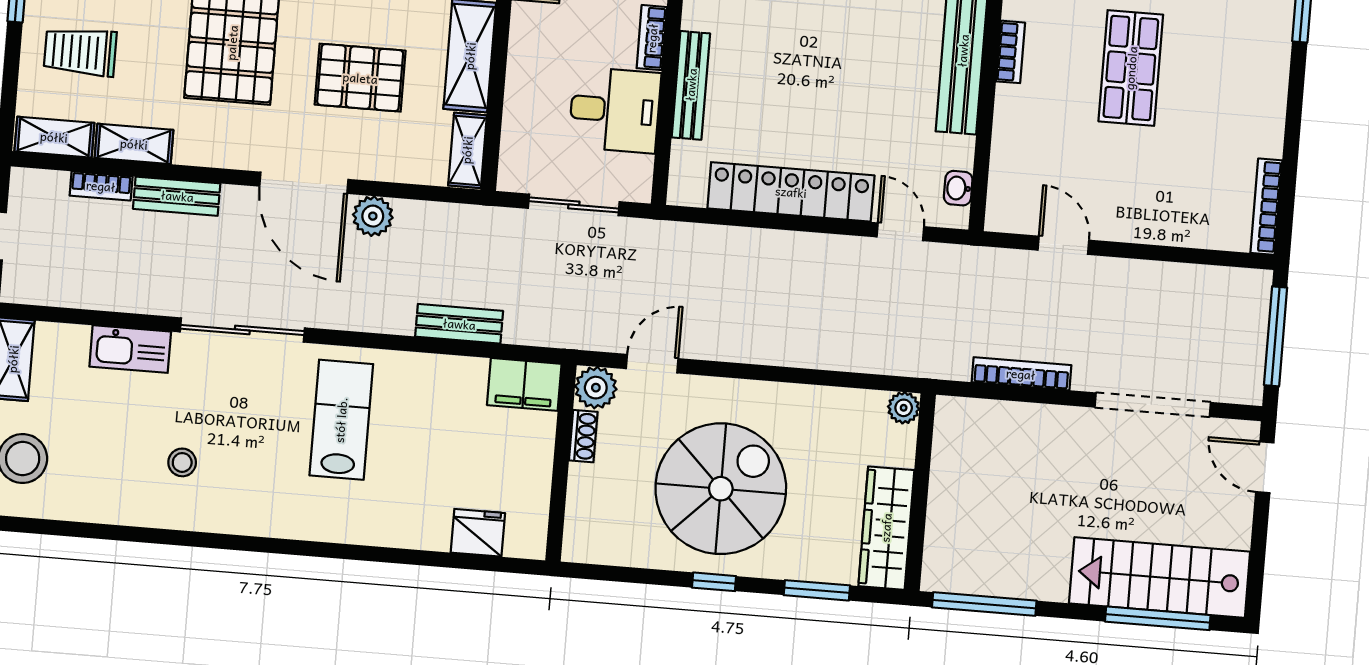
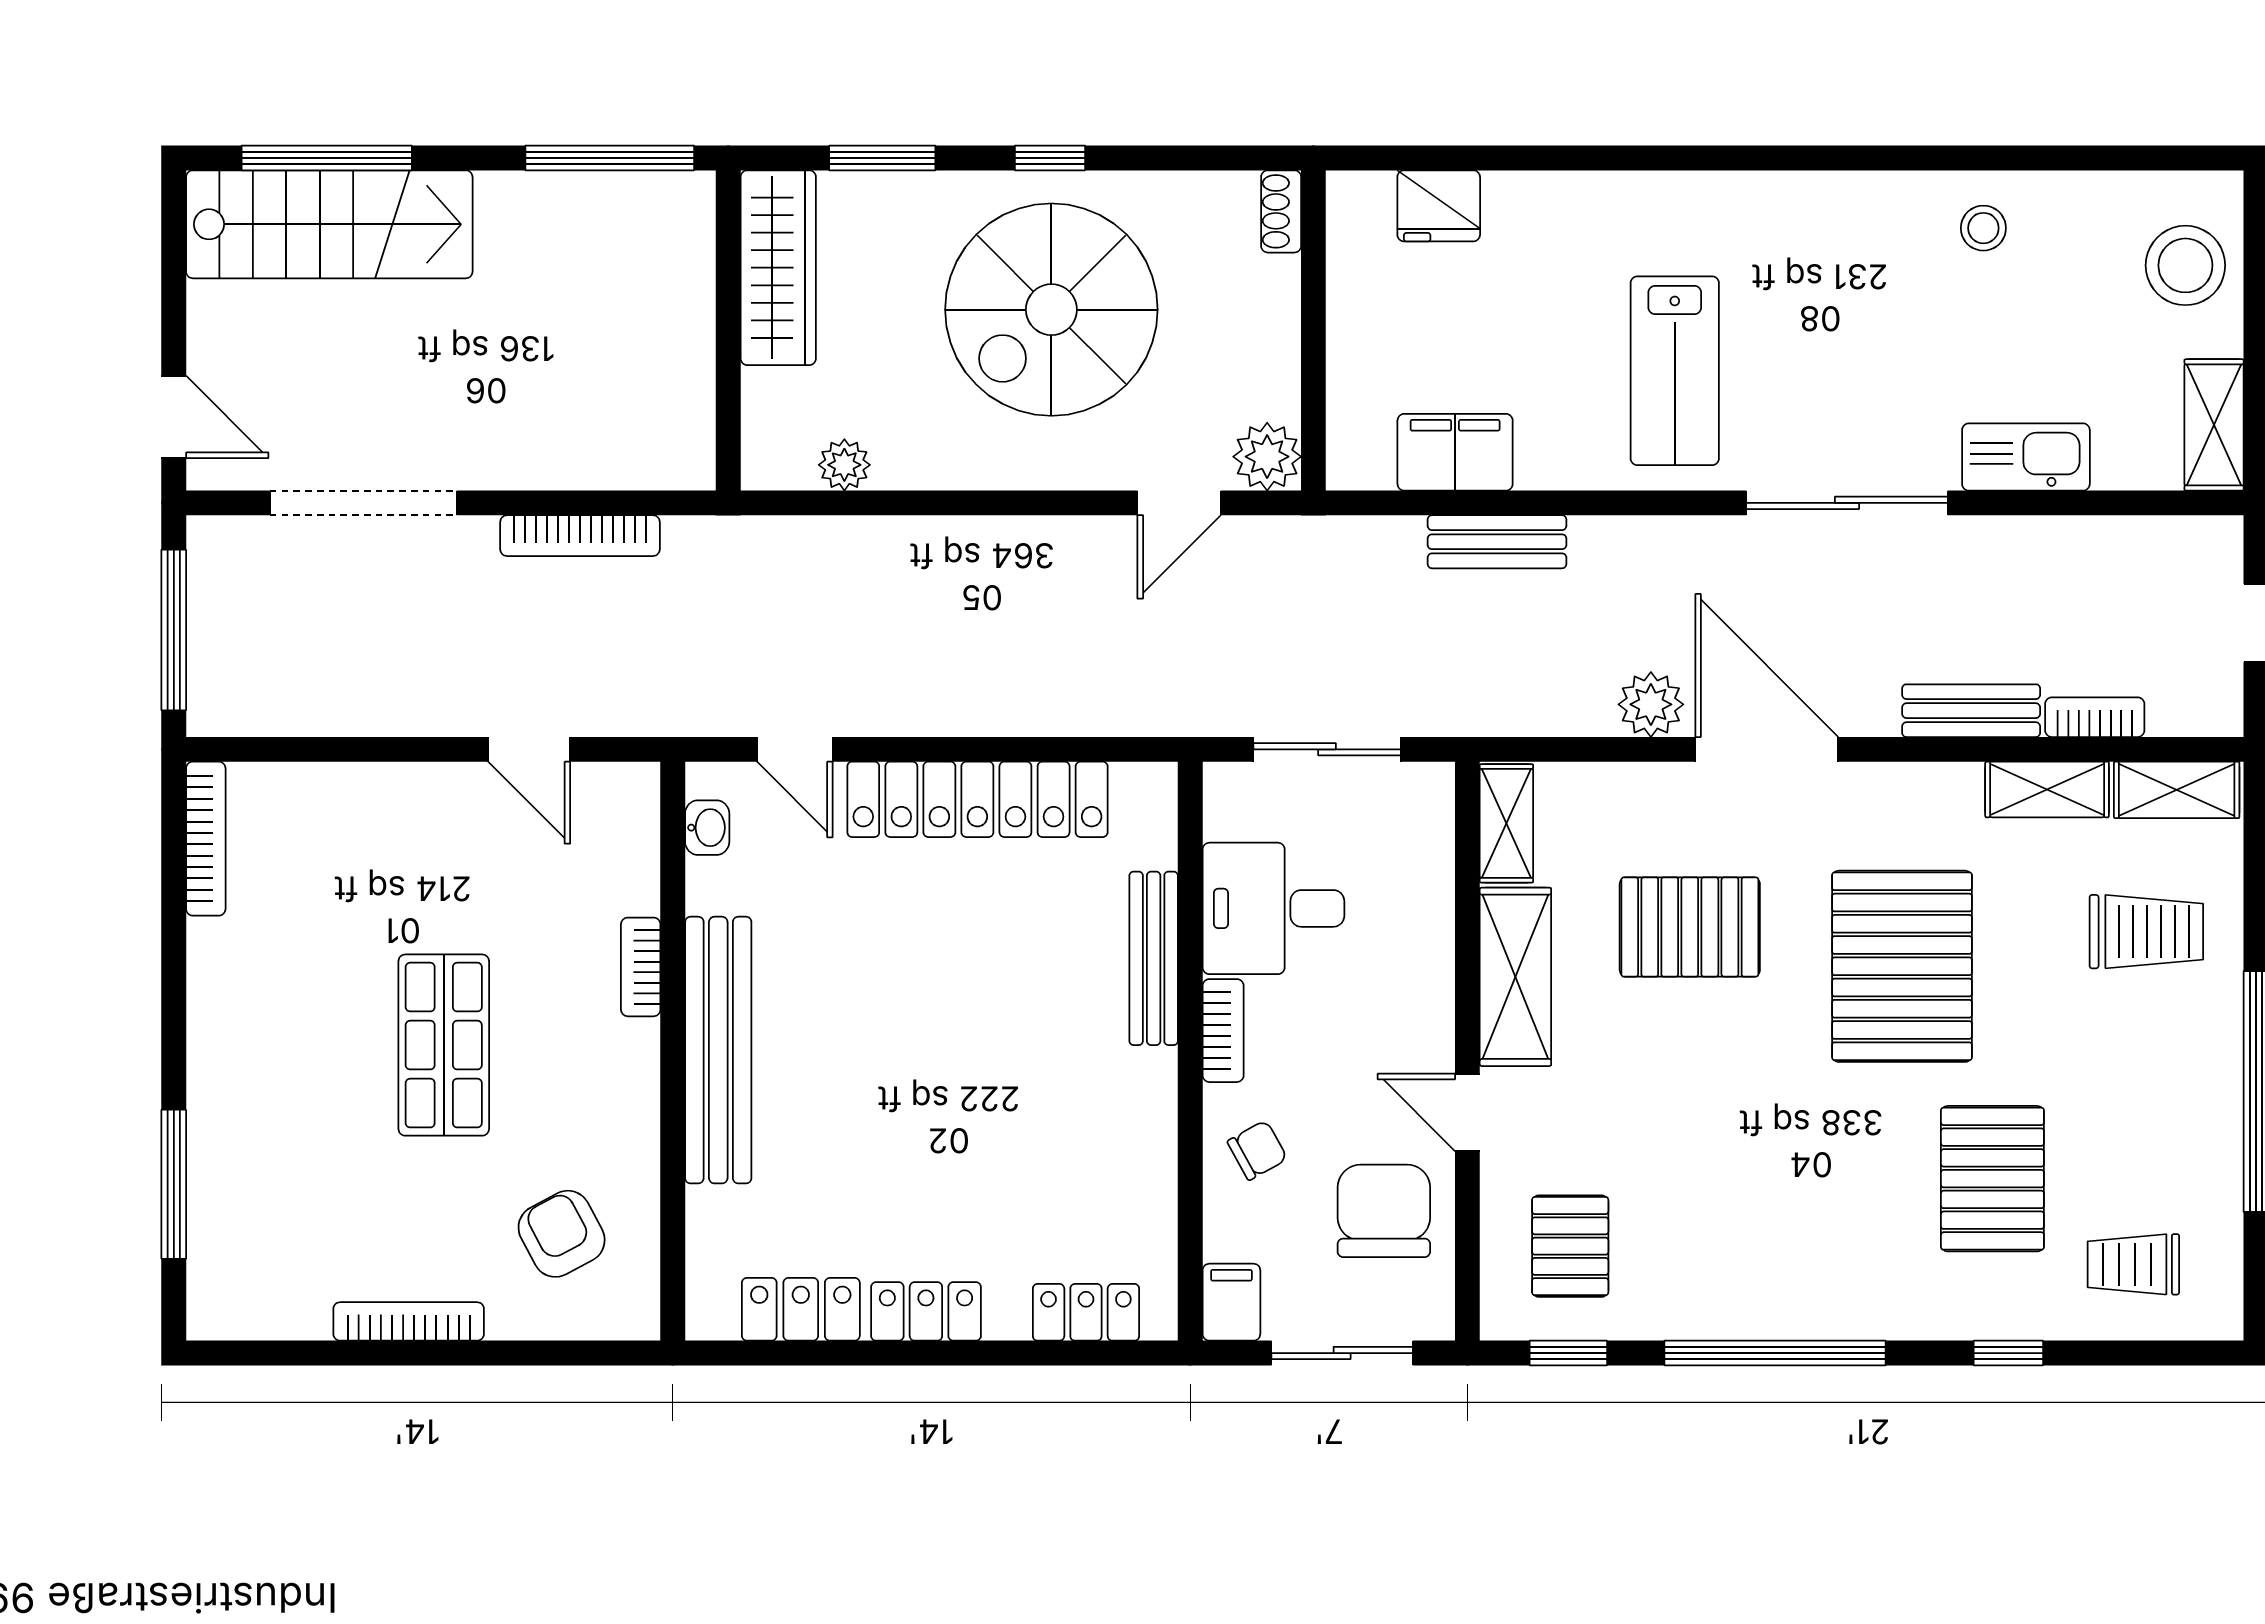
bookcase: (1010, 52) -> (641, 967), moved
filing cabinet: (524, 384) -> (1455, 452), moved
plant: (904, 408) -> (844, 465), moved
shoe rack: (583, 436) -> (1281, 211), moved
stool: (182, 462) -> (1983, 228), moved

